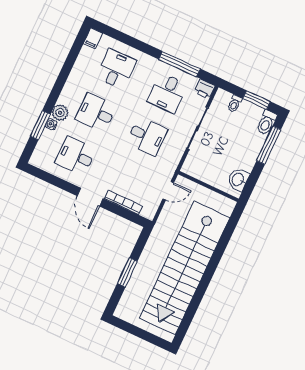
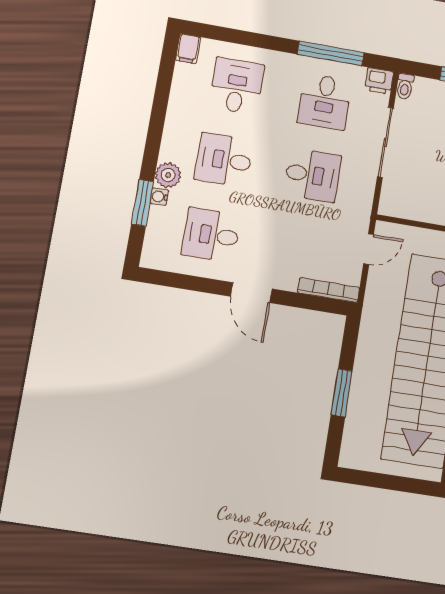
toilet: (235, 104) -> (405, 86), moved
bookcase: (123, 202) -> (329, 290), moved

